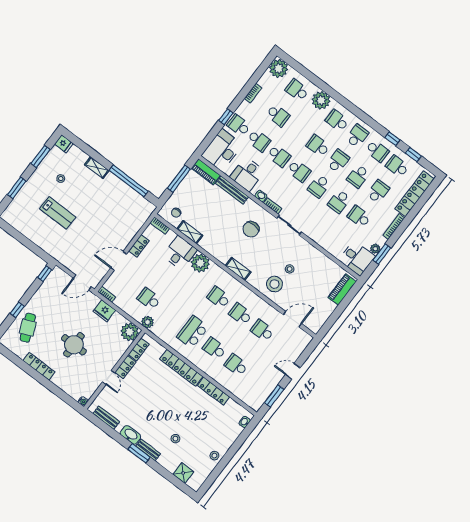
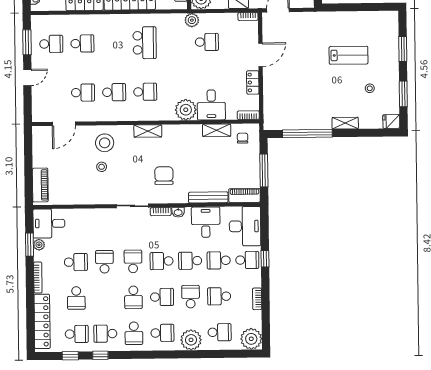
school desk: (358, 176) -> (191, 297), moved
lab bench: (58, 213) -> (349, 55), turned 180
school desk: (214, 348) -> (51, 44), moved

